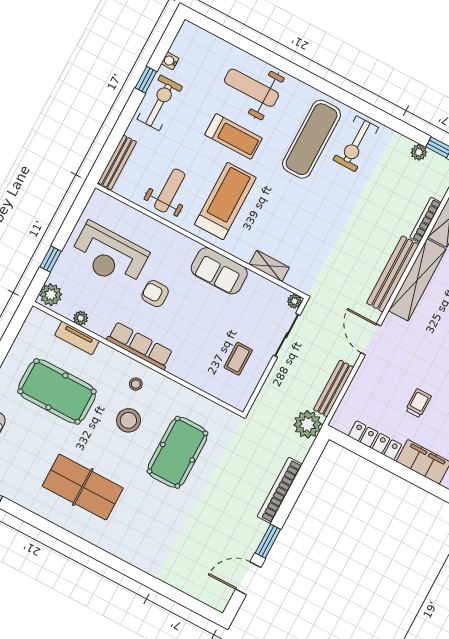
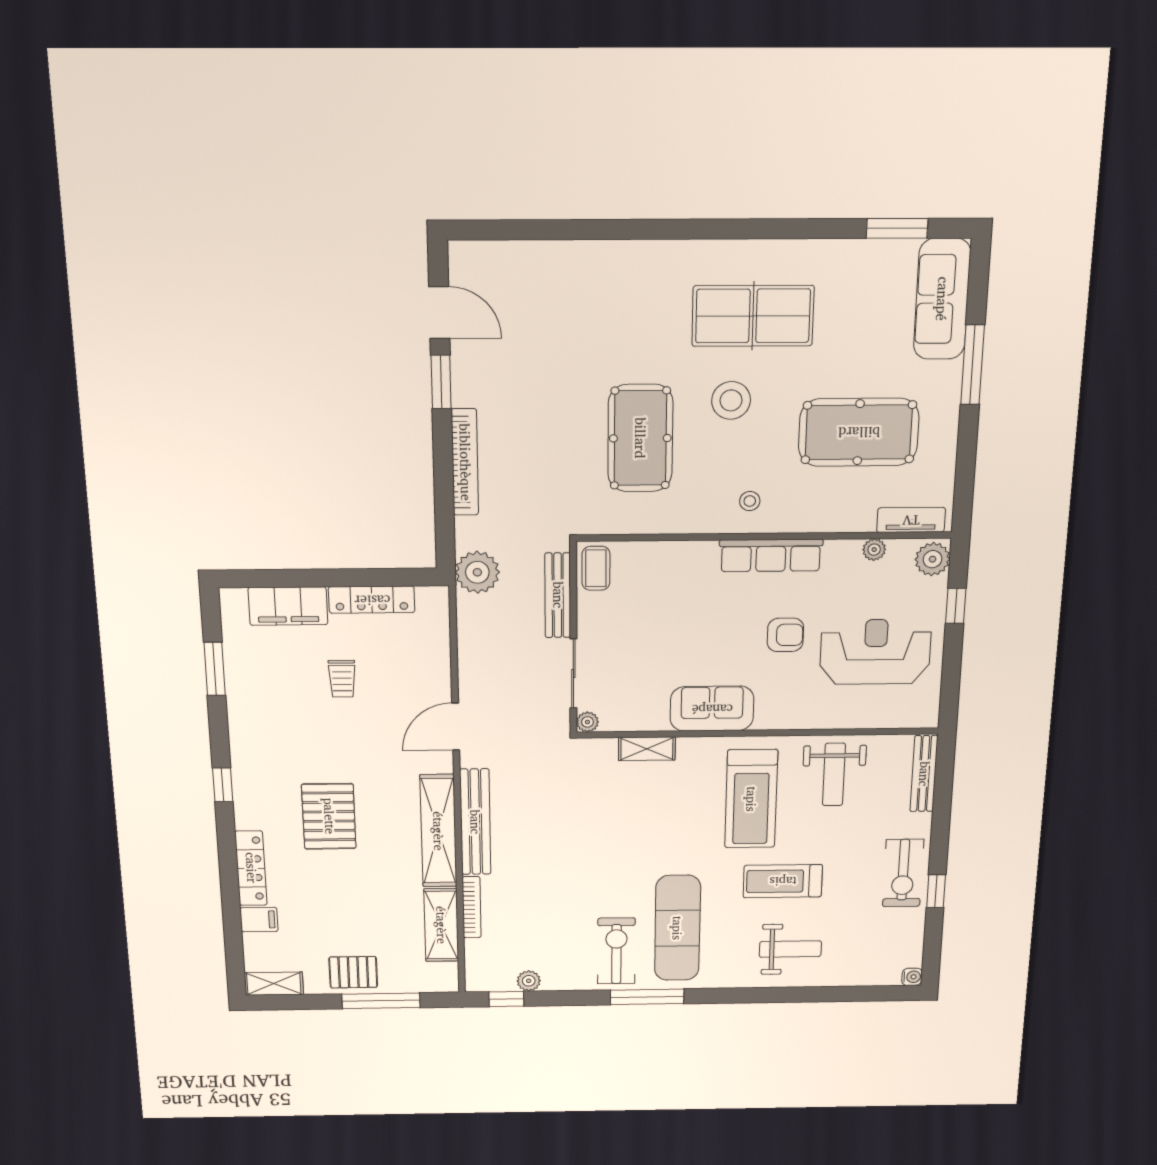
water cooler: (170, 61) -> (912, 977), moved
weight bench: (251, 88) -> (790, 949), width x0.73, depth x0.75
window: (354, 102) -> (647, 997), added
tv unit: (77, 338) -> (911, 520), moved
door: (371, 339) -> (456, 727), swing flipped
coffee table: (238, 359) -> (596, 568), moved
bench: (334, 389) -> (558, 595), moved
stool: (128, 420) -> (731, 400), moved
door: (248, 578) -> (439, 313), hinge flipped

